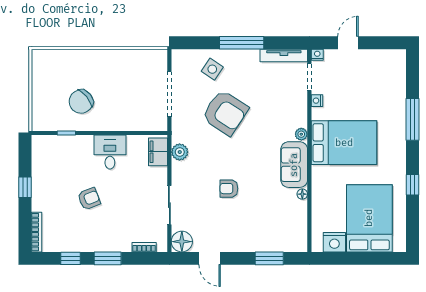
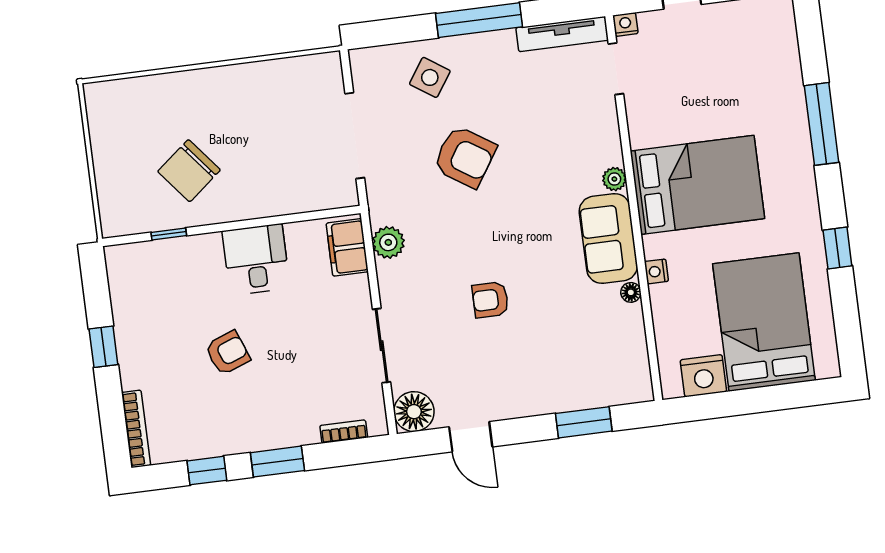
nightstand: (317, 101) -> (656, 271), moved
armchair: (225, 113) -> (465, 157), width x0.73, depth x0.73

